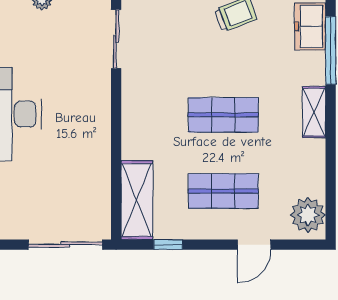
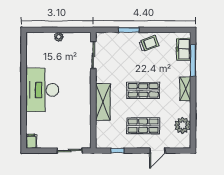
shelving: (137, 200) -> (103, 102), moved
plant: (308, 215) -> (183, 125), moved
sliding door: (65, 245) -> (70, 151), width x0.73

